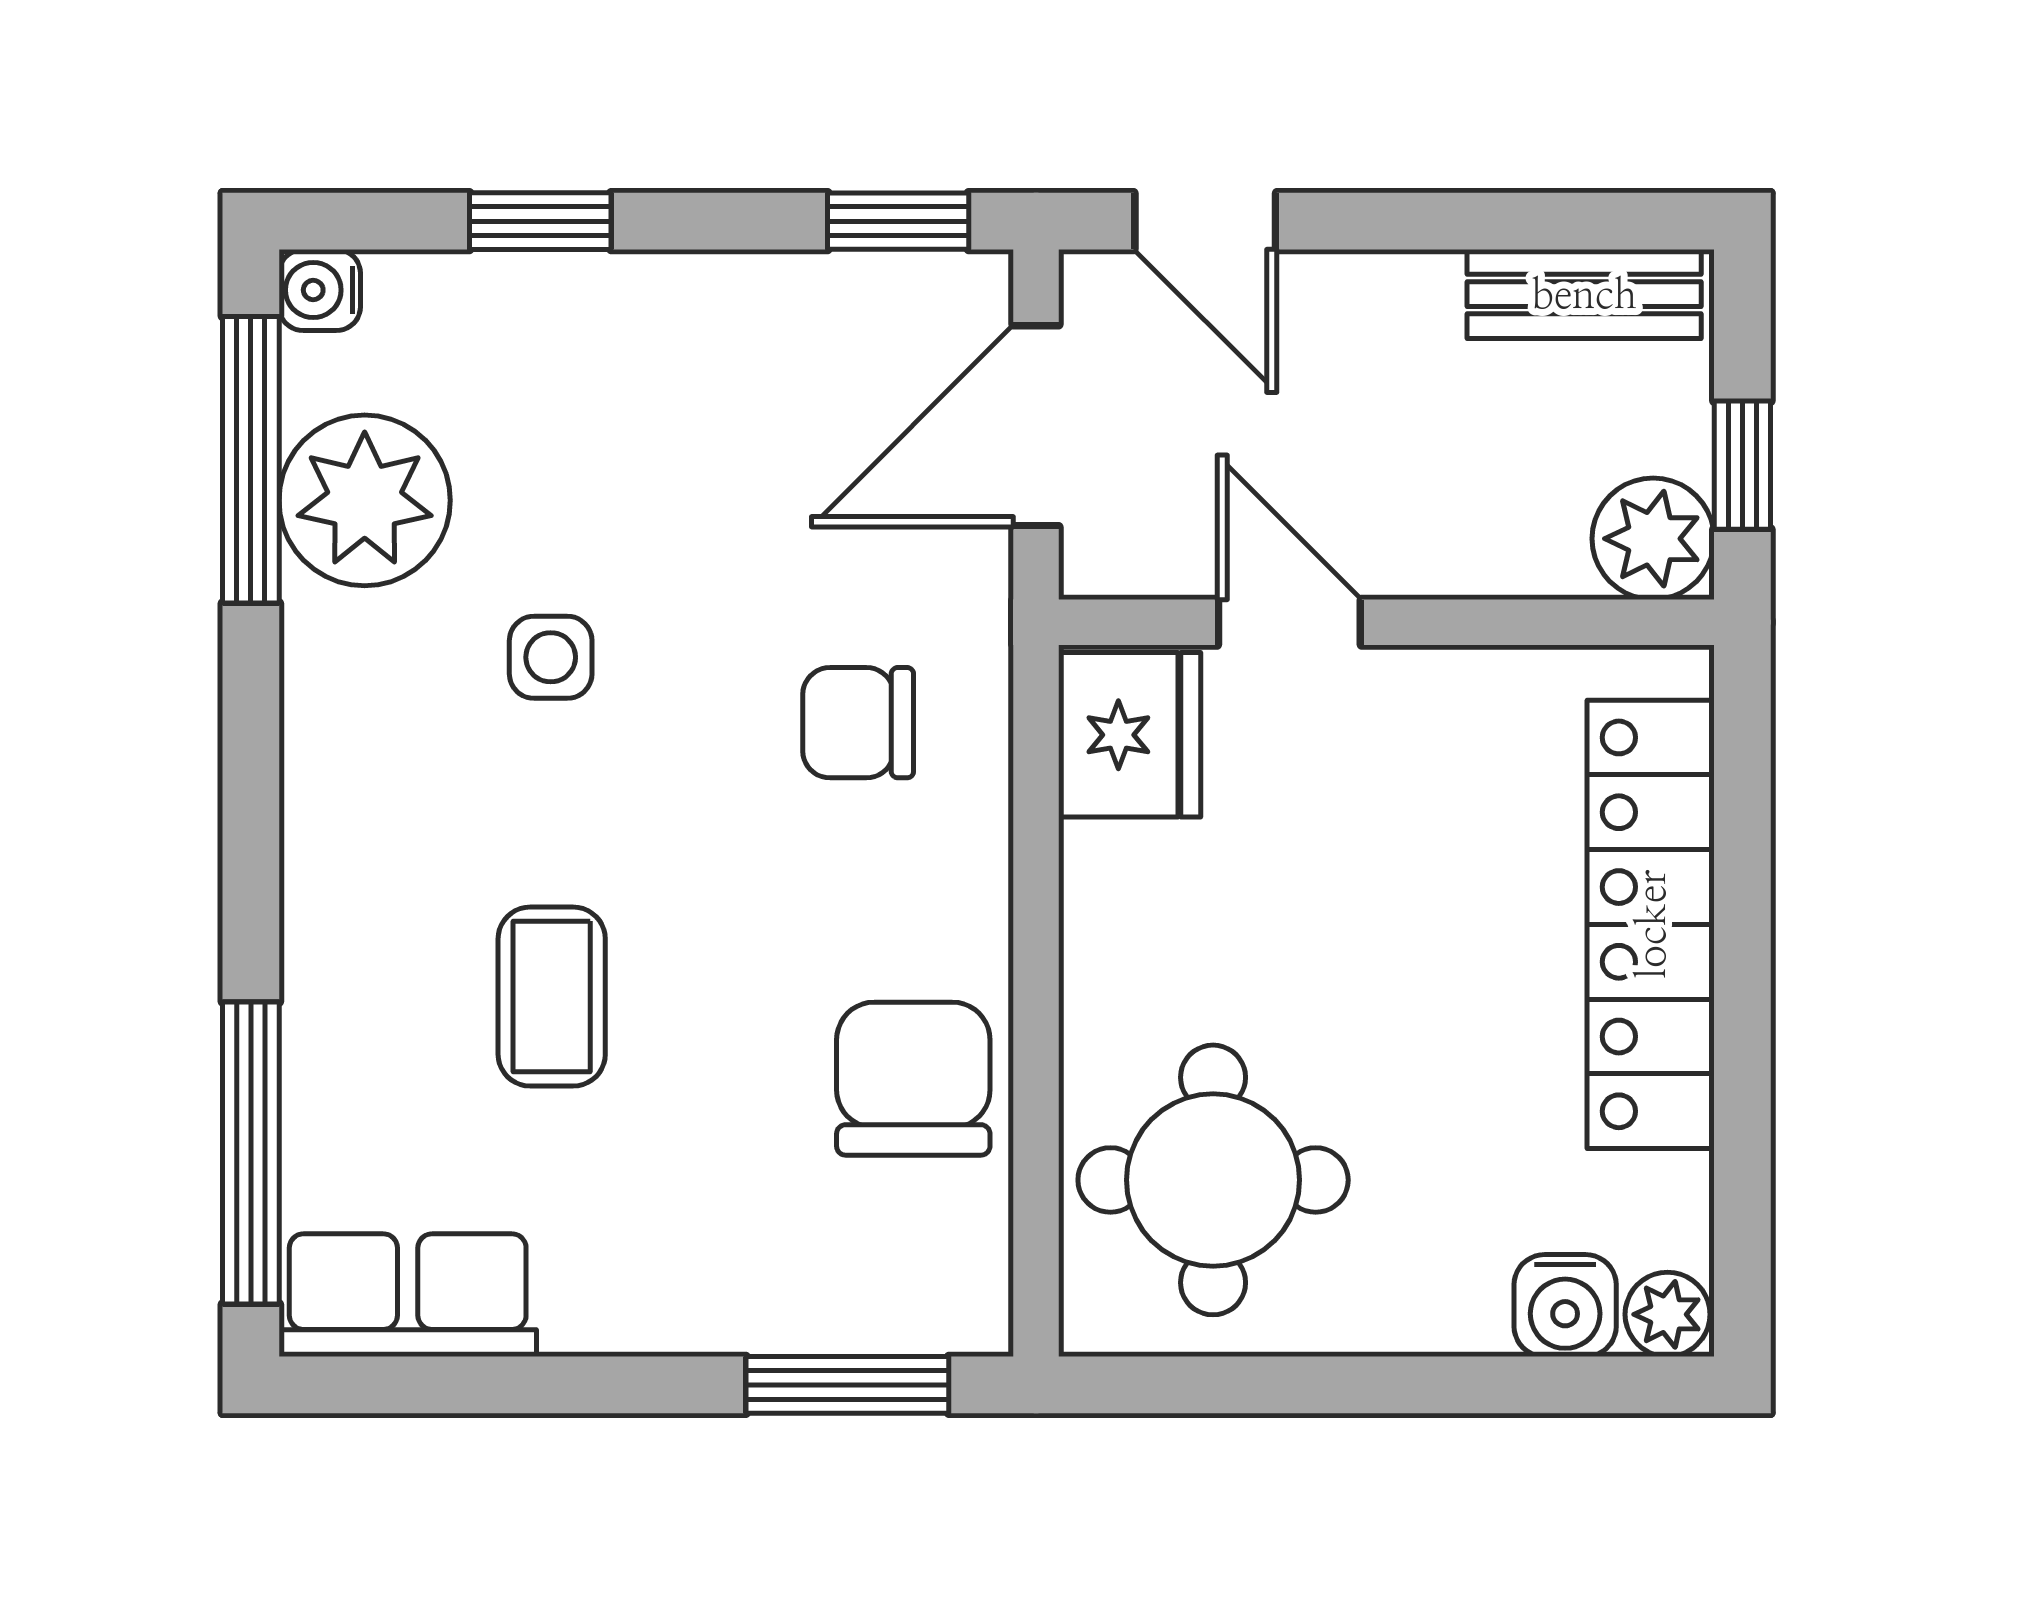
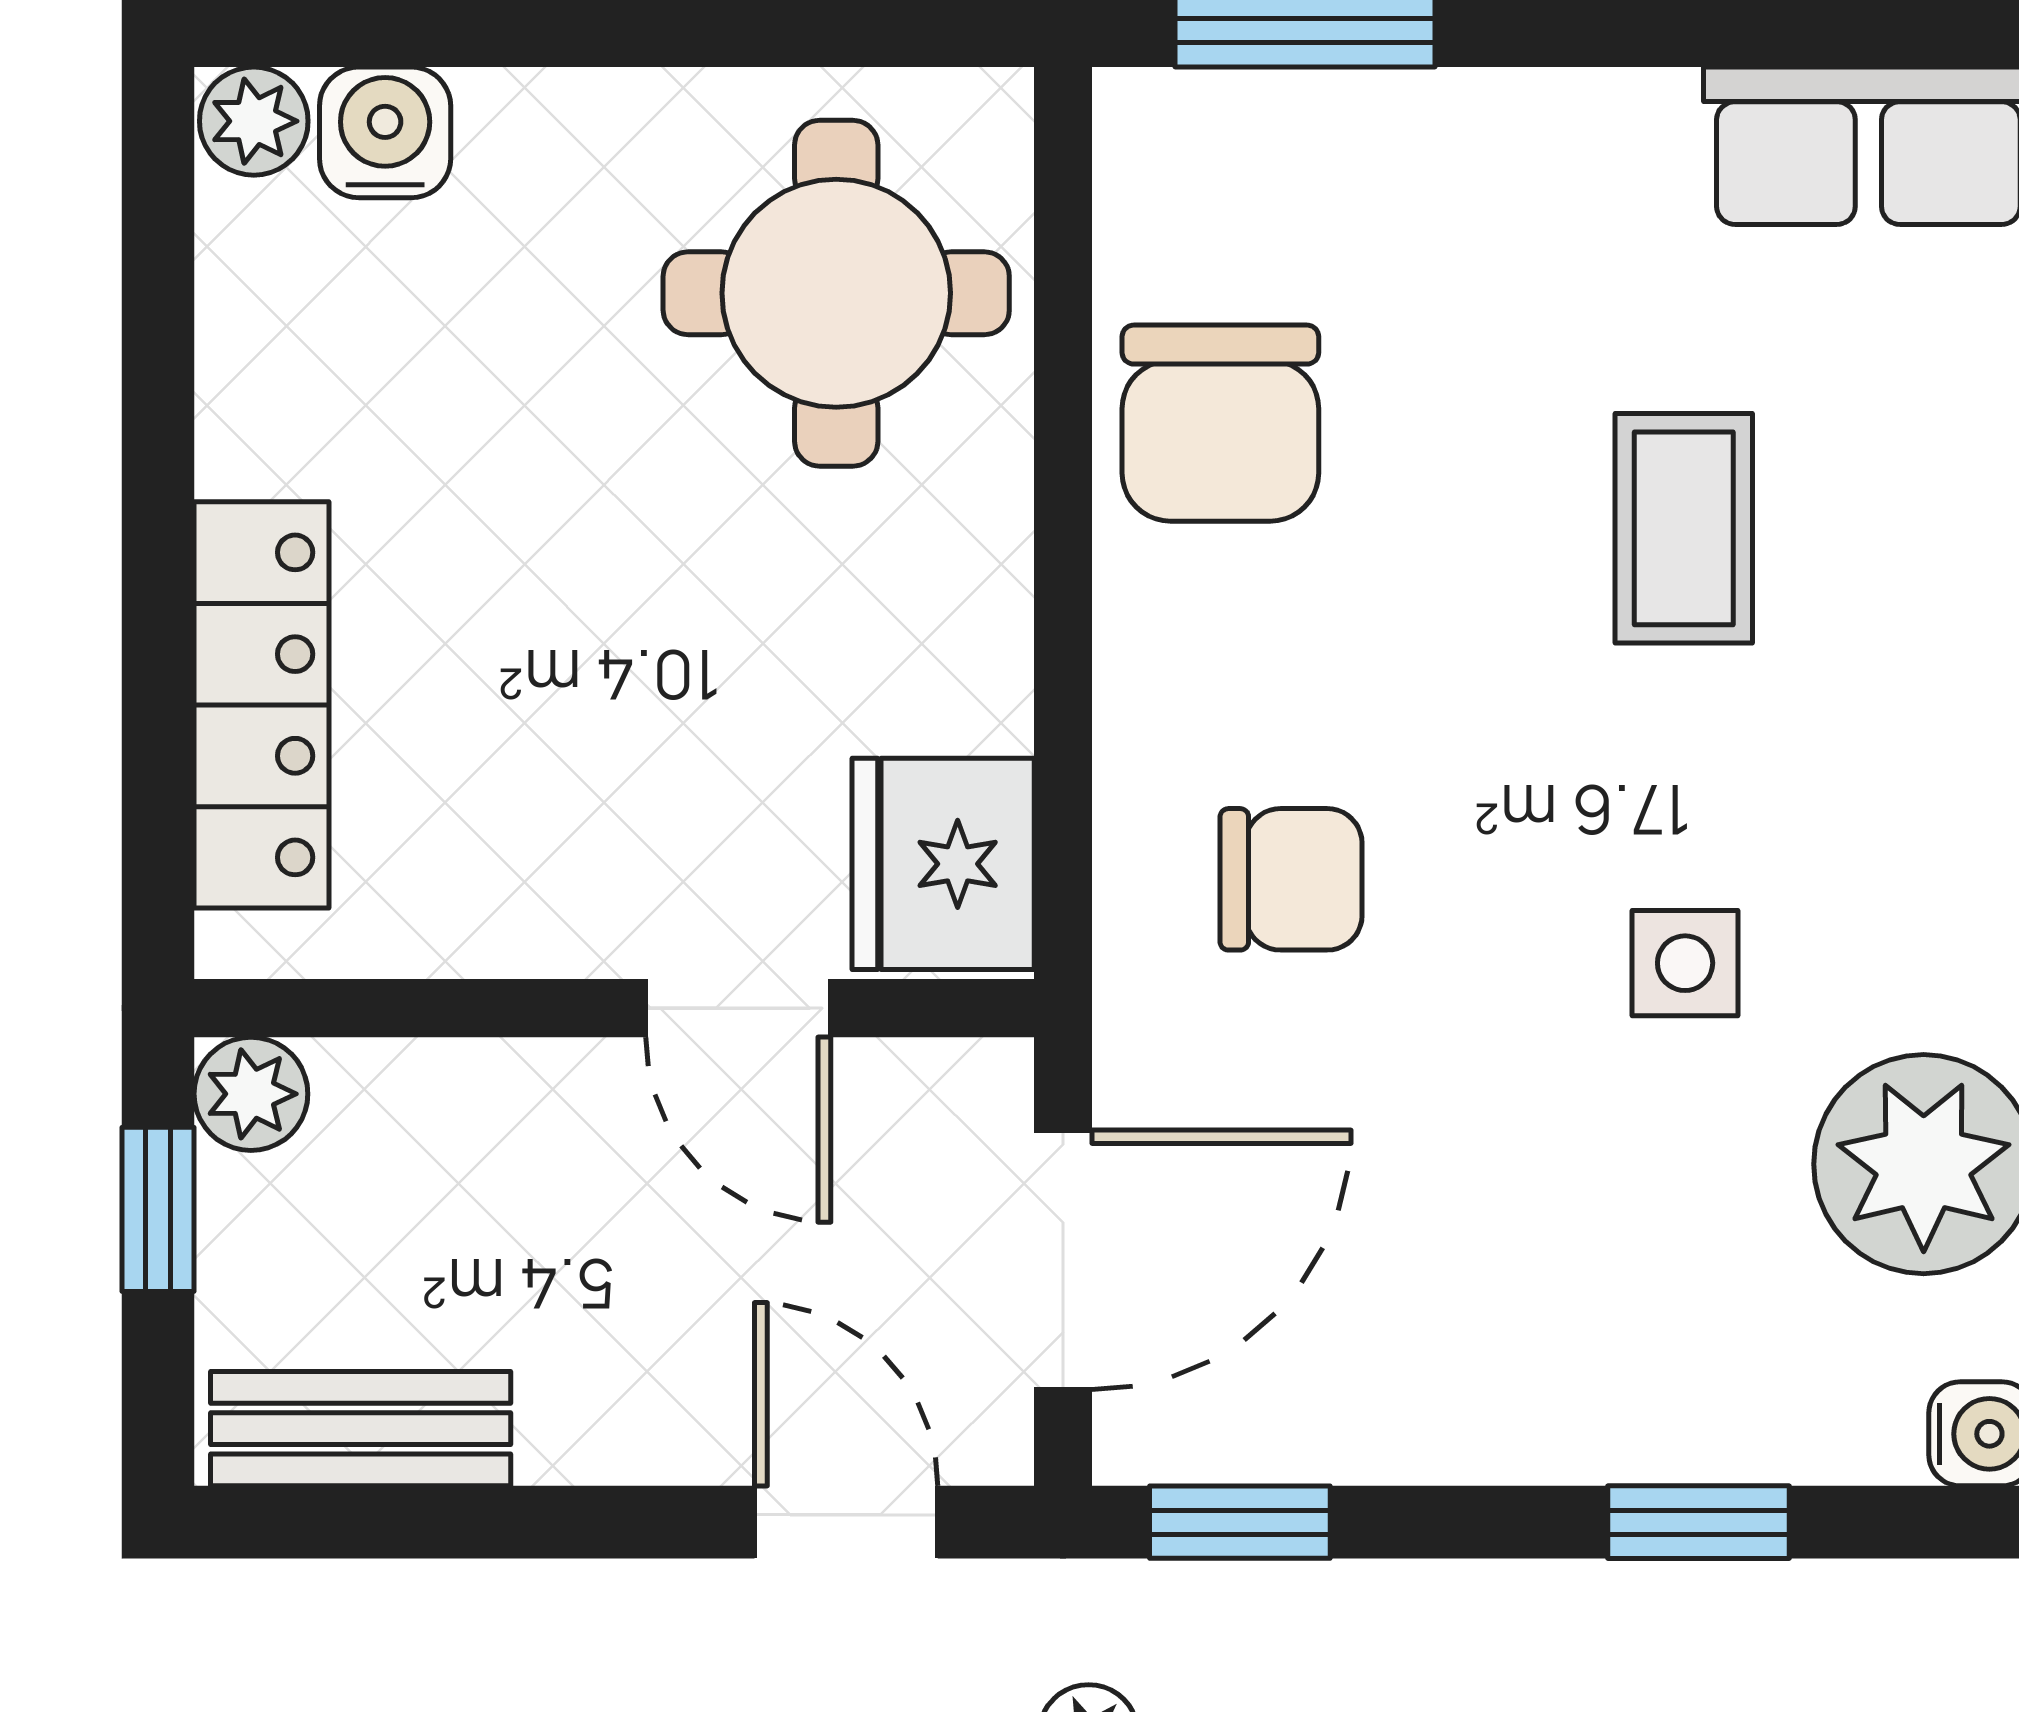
plant: (1653, 539) -> (251, 1094), width x0.73, depth x0.73
locker: (1651, 924) -> (261, 705), width x0.71, depth x0.83

